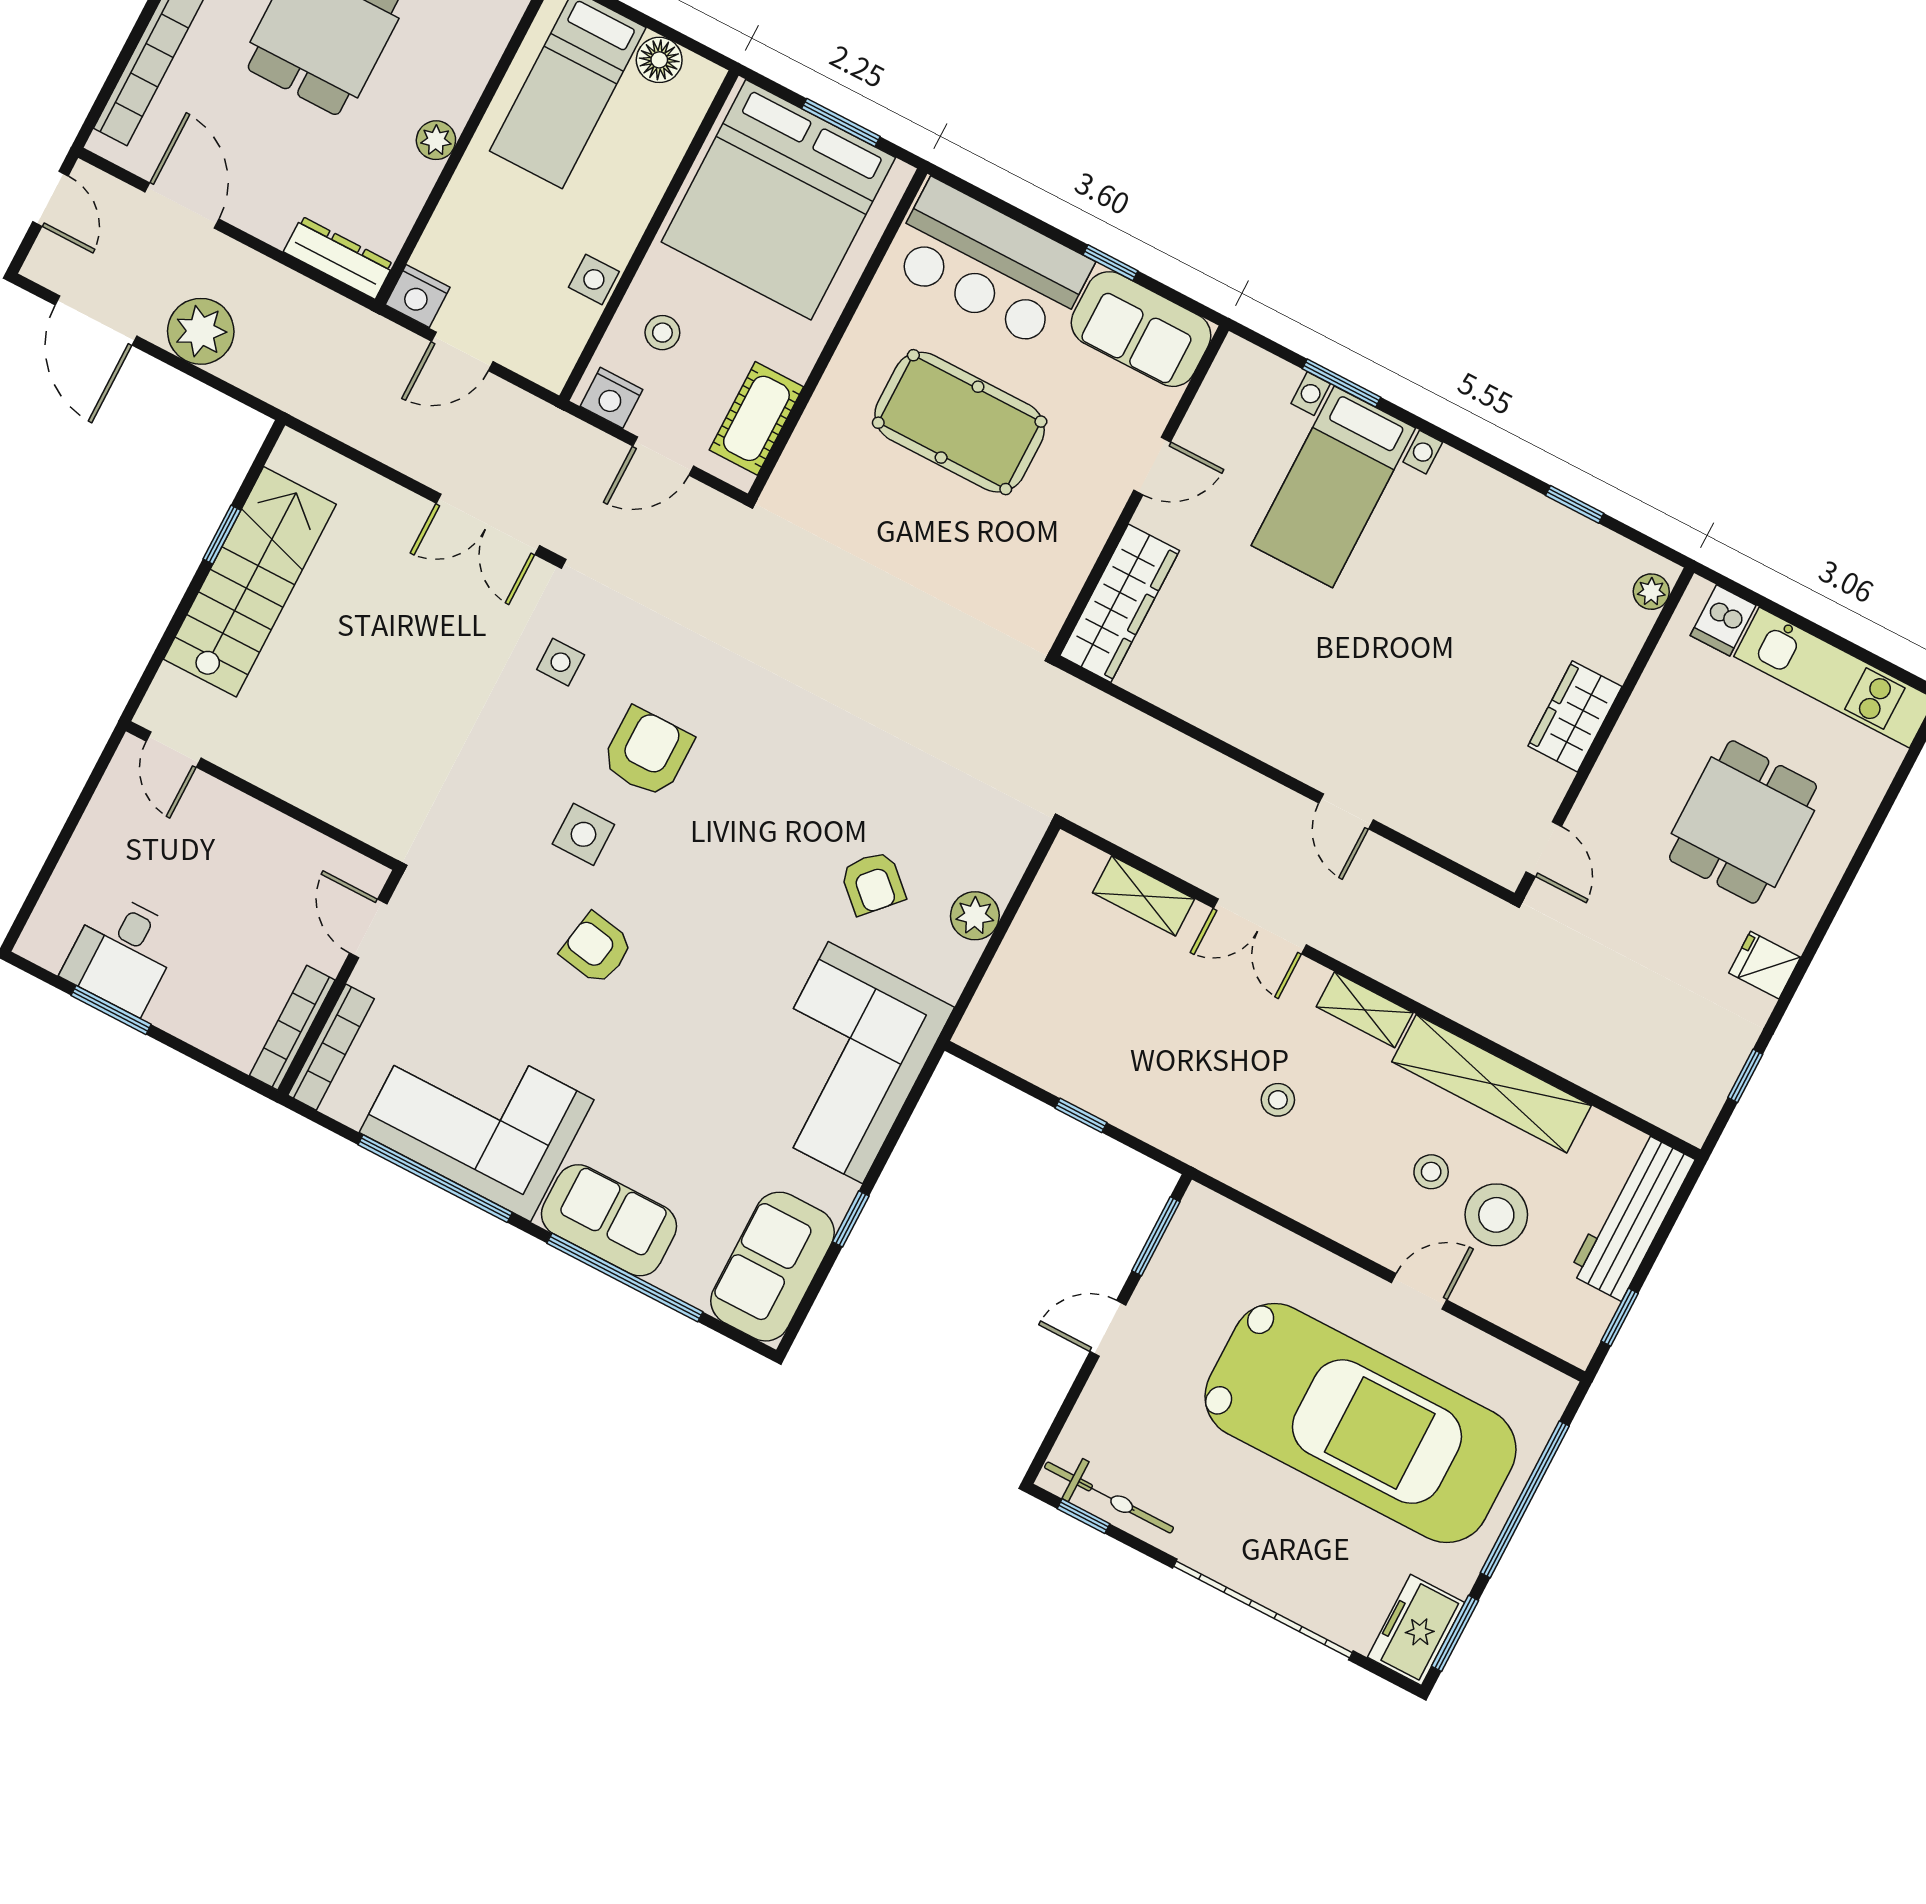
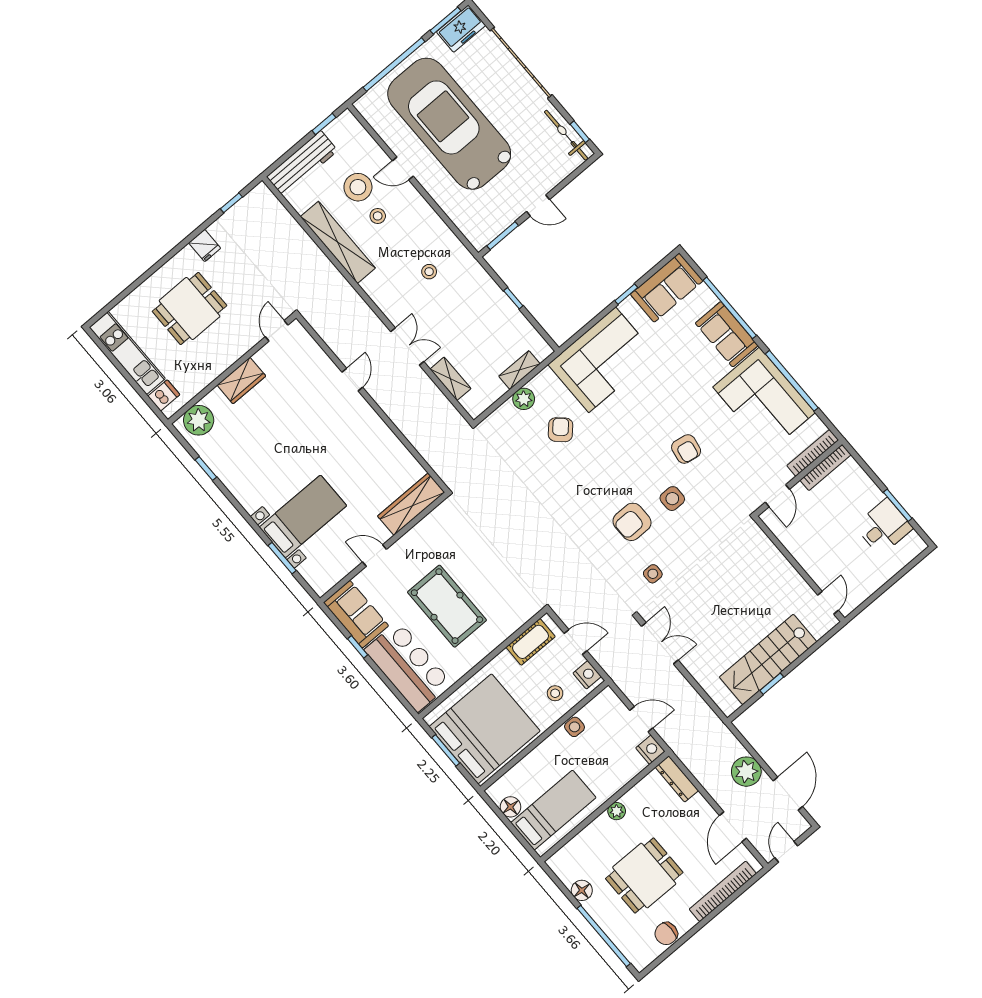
plant: (1651, 592) -> (199, 420), width x1.88, depth x1.88
shelving: (1365, 1010) -> (519, 370), moved, turned 90

